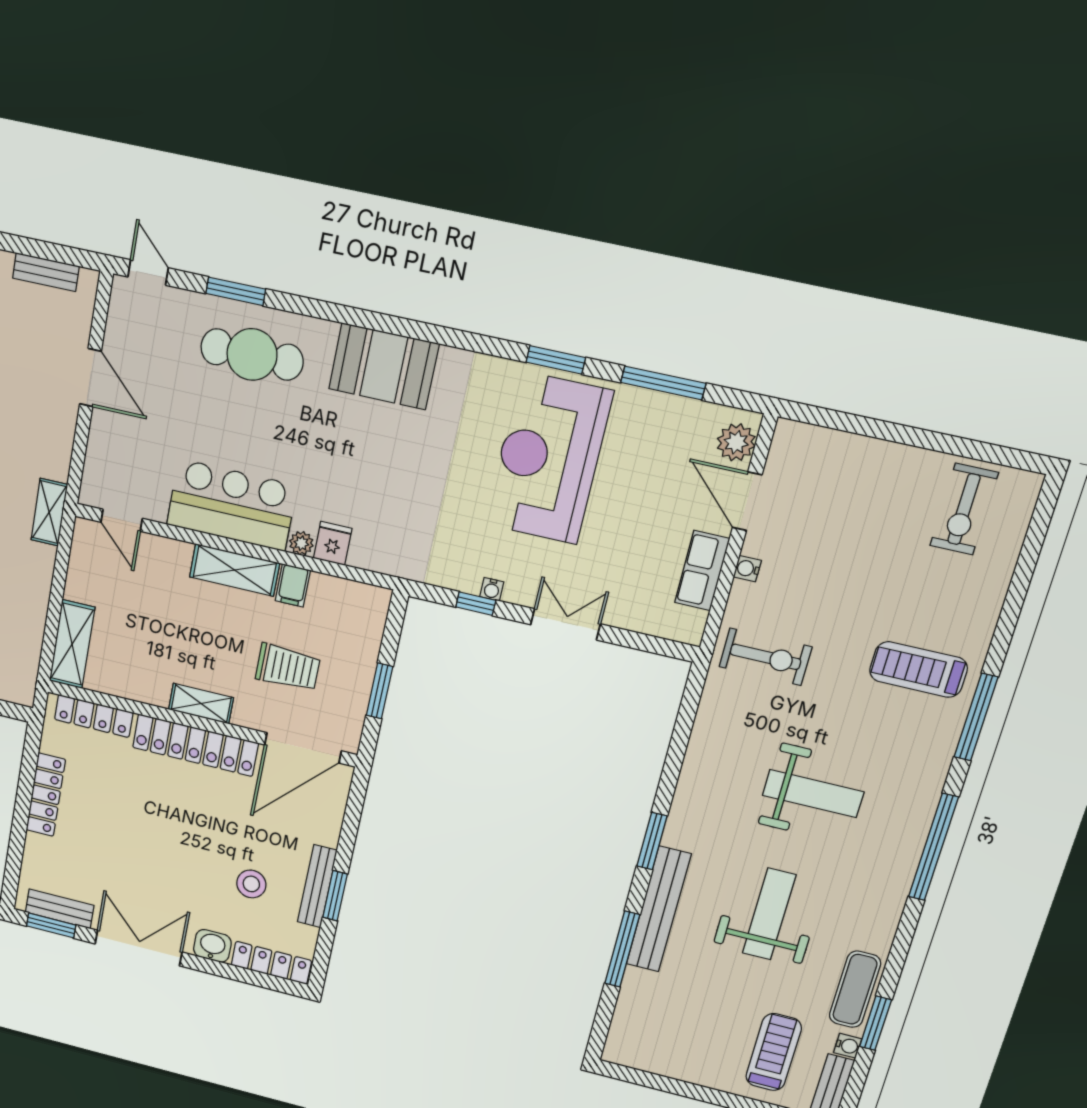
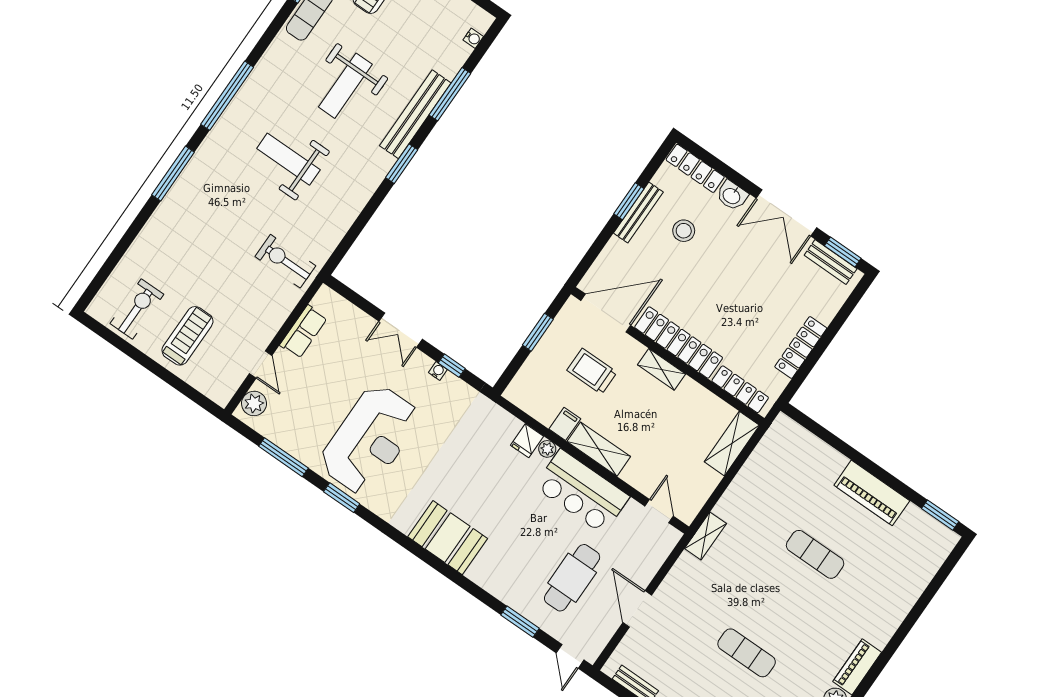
cafe table: (252, 354) -> (572, 578), moved, turned 90
door: (747, 501) -> (261, 365), width x0.73
water cooler: (747, 569) -> (473, 38), moved
treadmill: (918, 669) -> (187, 336), moved, turned -90

